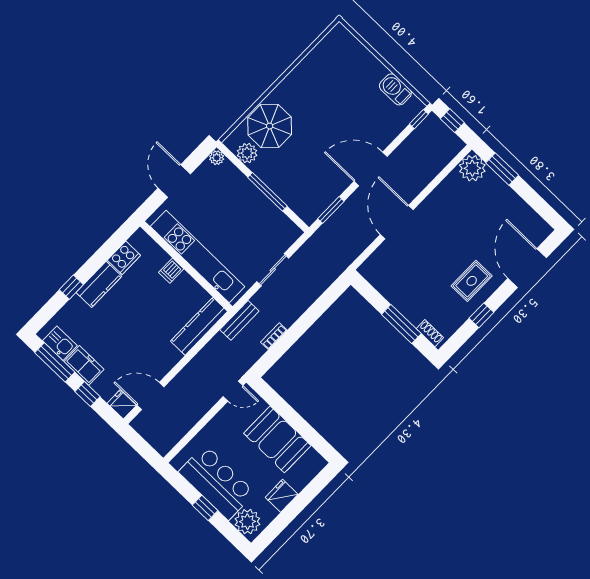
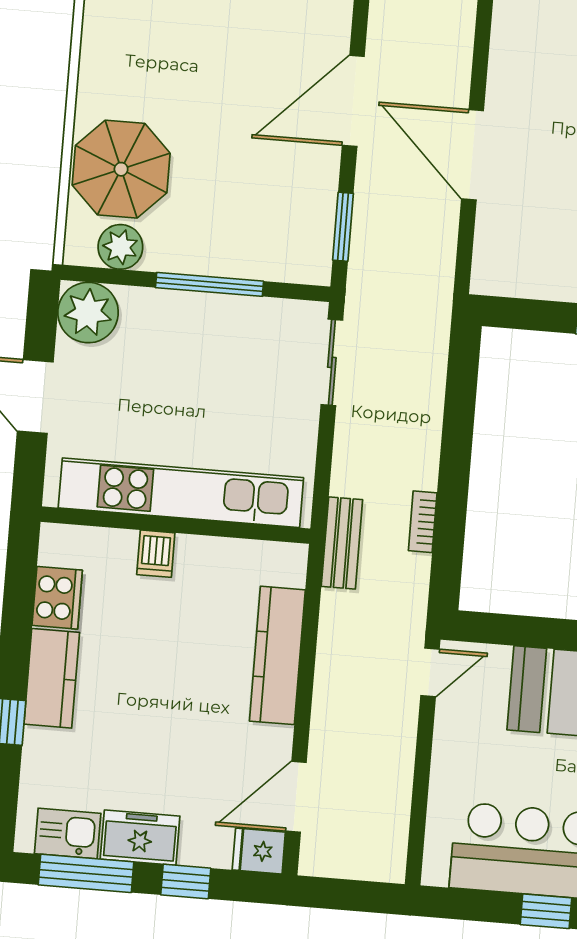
plant: (217, 158) -> (88, 313), width x1.87, depth x1.87
sliding door: (273, 270) -> (332, 362), moved
kitchen counter: (199, 326) -> (277, 655), moved

